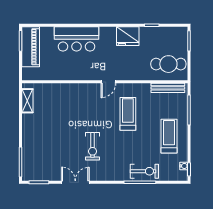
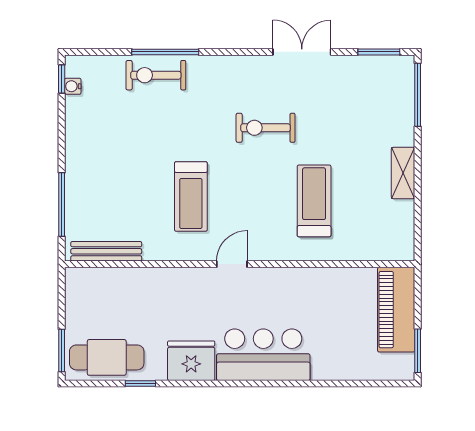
bar counter: (76, 39) -> (263, 355), moved
piano: (31, 47) -> (396, 310), moved
cafe table: (168, 64) -> (107, 357), moved
shelving: (27, 101) -> (403, 173), moved
treadmill: (169, 136) -> (314, 201), moved, turned 180
exercise bike: (93, 146) -> (266, 128), turned -90
double door: (75, 182) -> (302, 52), swing flipped

